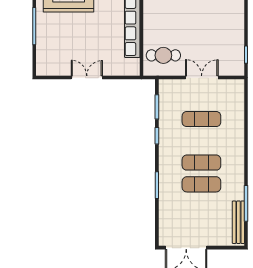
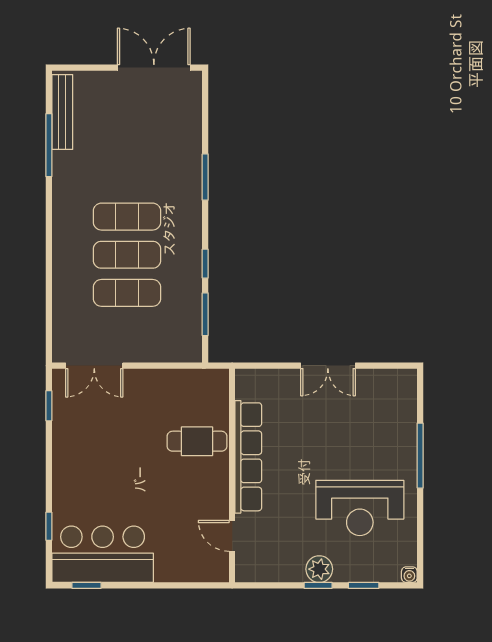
cafe table: (163, 55) -> (197, 441), moved
double door: (202, 78) -> (94, 366), moved
exercise mat: (201, 184) -> (127, 255), moved

